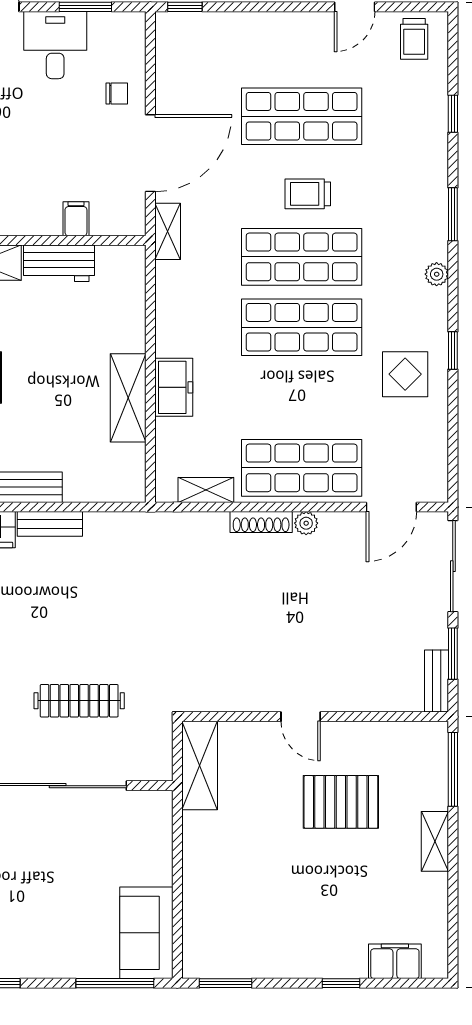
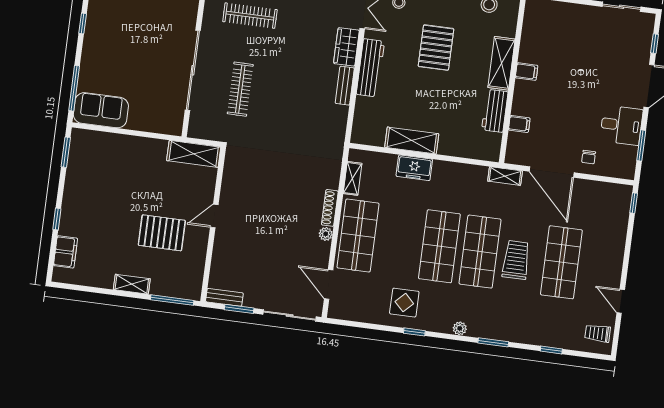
trolley: (308, 194) -> (516, 260), width x1.36, depth x1.39
pallet: (341, 802) -> (162, 233), turned 90

